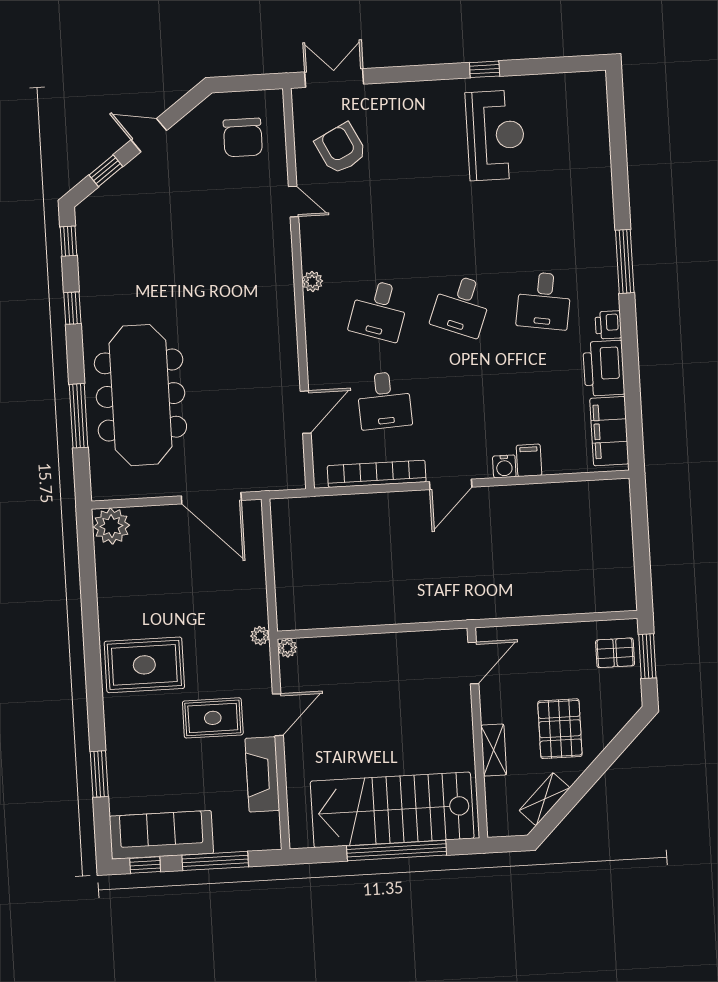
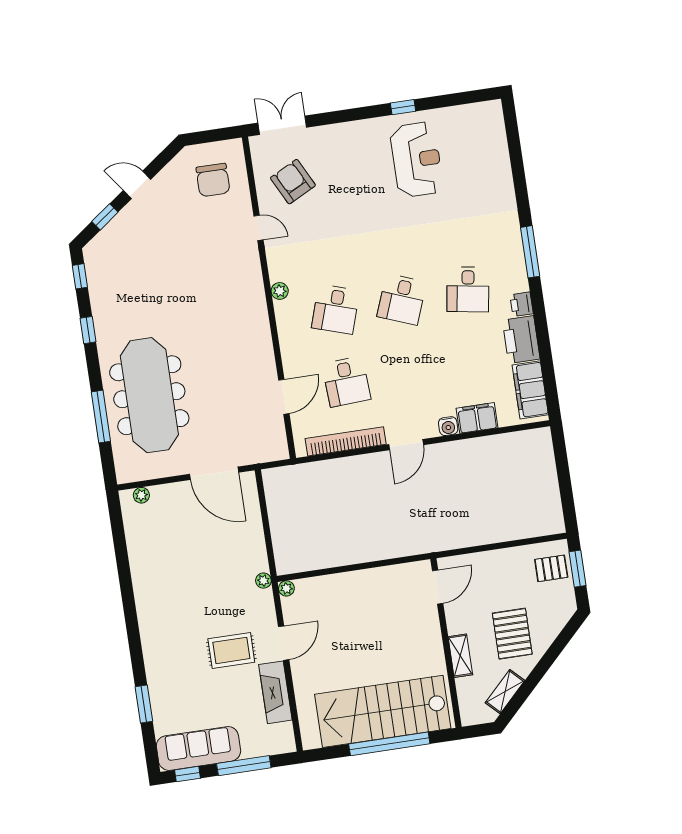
filing cabinet: (529, 460) -> (477, 418), width x2.00
plant: (112, 526) -> (141, 495), width x0.53, depth x0.53
rug: (144, 665) -> (172, 613), removed

